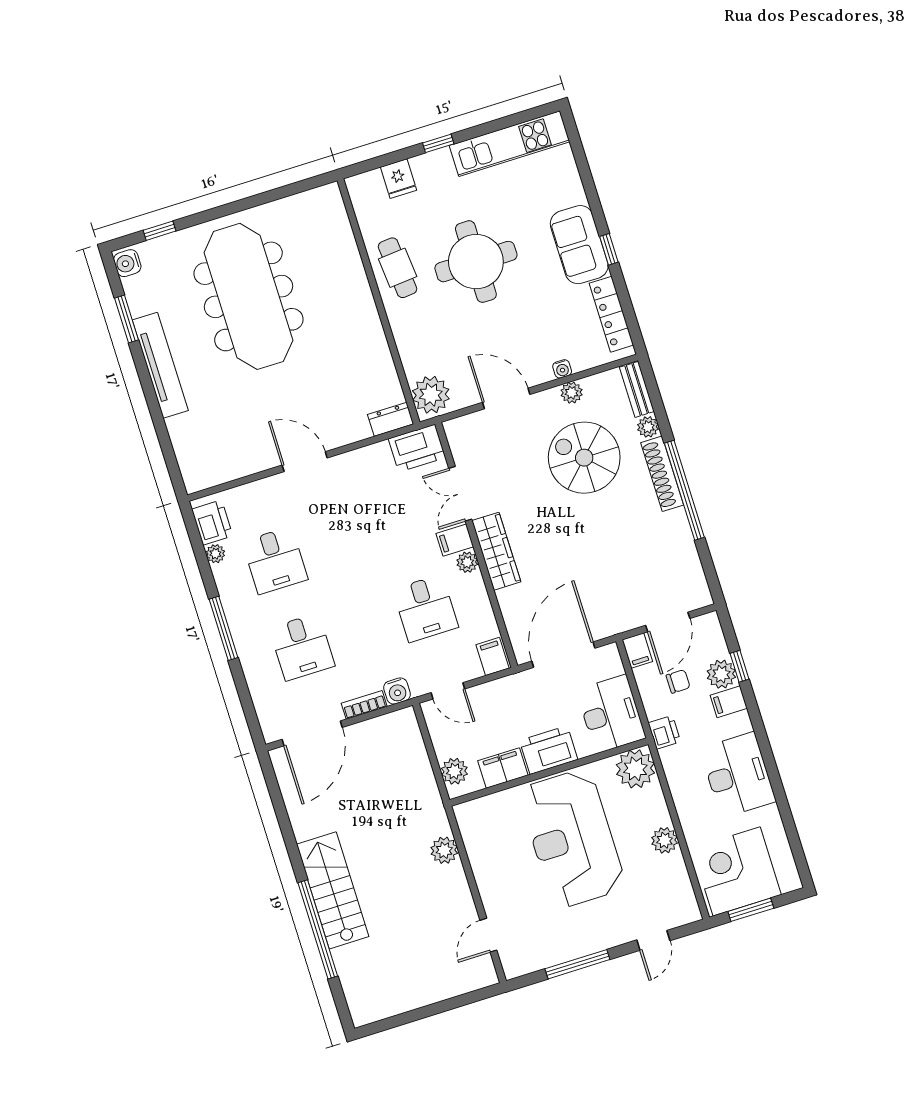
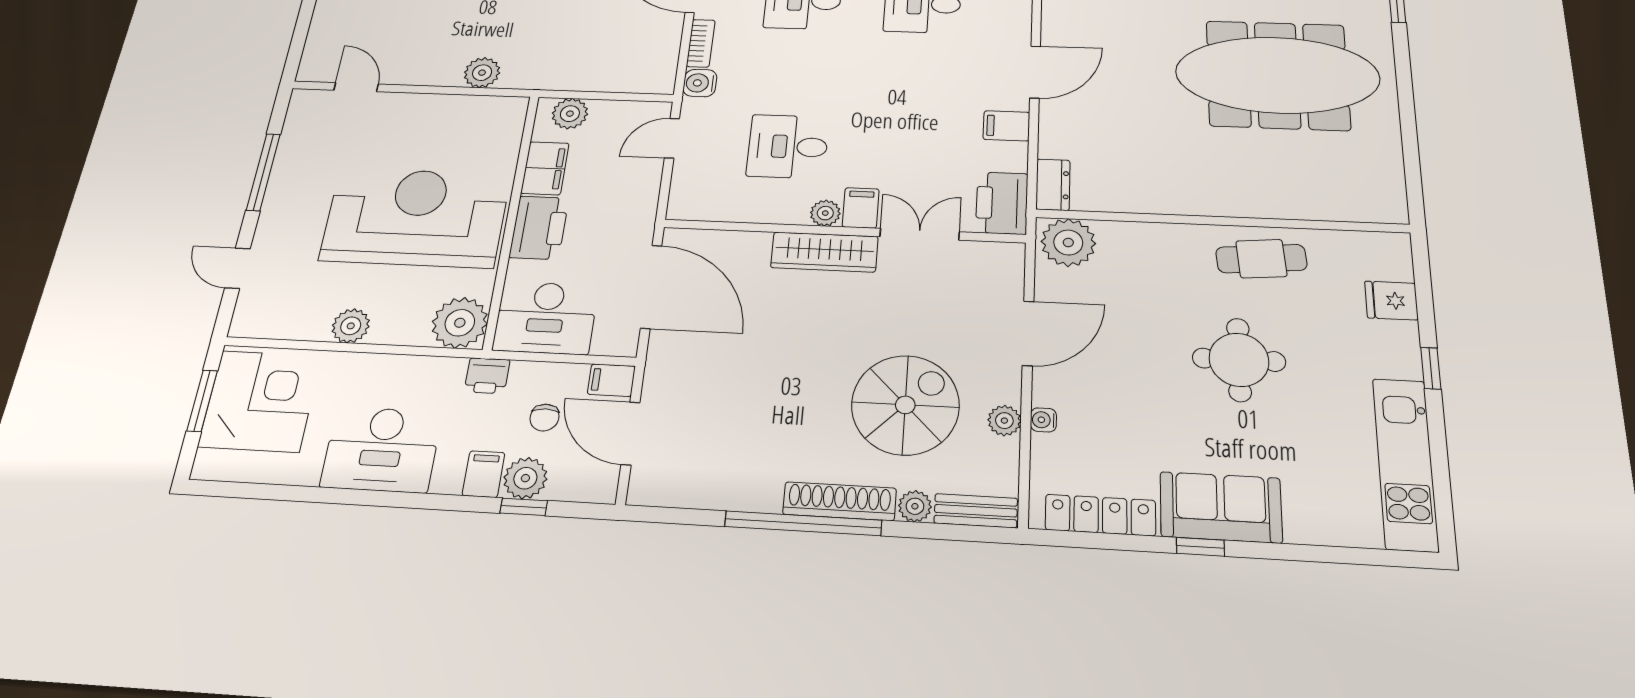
round table: (476, 262) -> (1239, 360), width x0.73, depth x0.73
filing cabinet: (493, 656) -> (1006, 126), moved, turned 180

